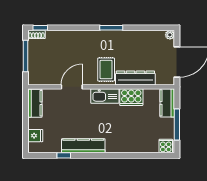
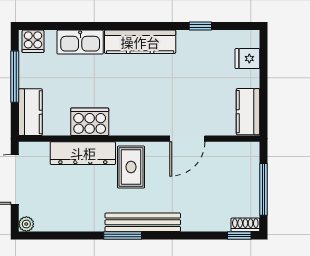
bench: (99, 36) -> (143, 222), added
kitchen sink: (105, 96) -> (80, 42), moved, turned 180
kitchen counter: (83, 146) -> (140, 42), moved

